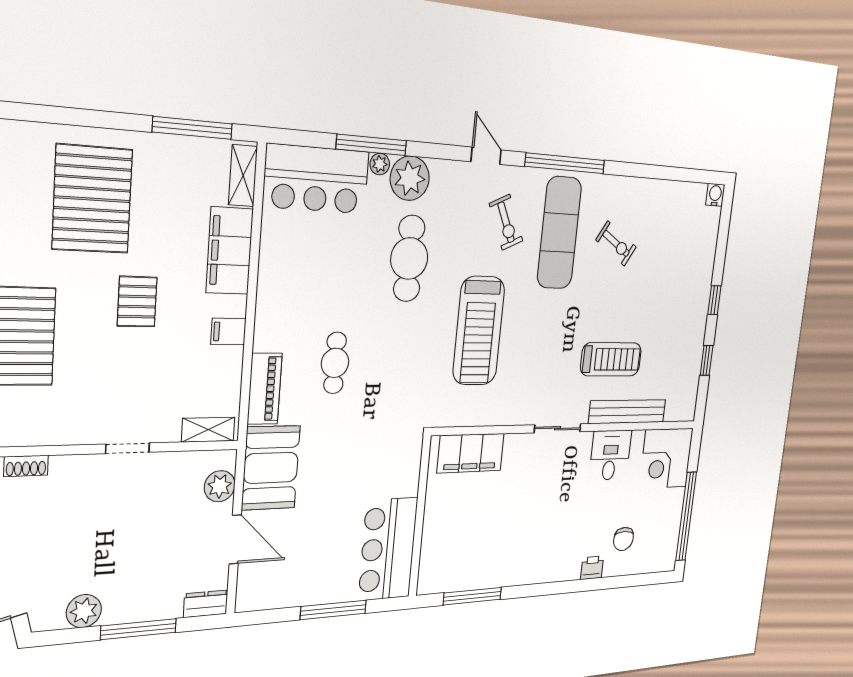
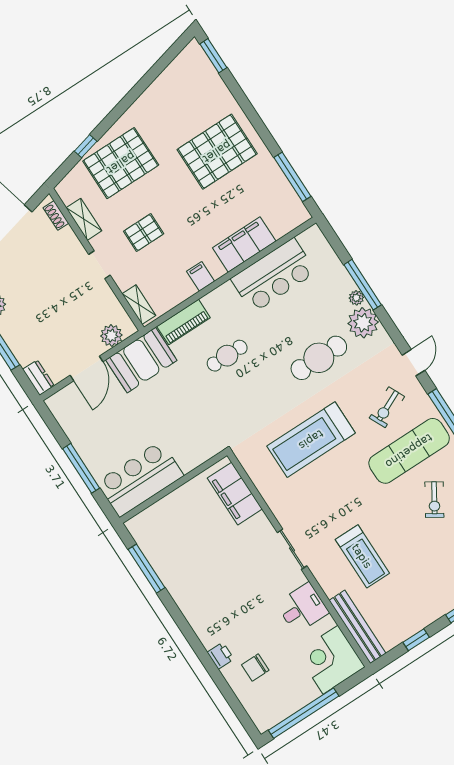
shelving: (243, 176) -> (84, 219), moved, turned 90
bar counter: (316, 179) -> (273, 275), moved, turned -90
pallet: (137, 302) -> (144, 233), moved
bench: (627, 412) -> (357, 627), moved

